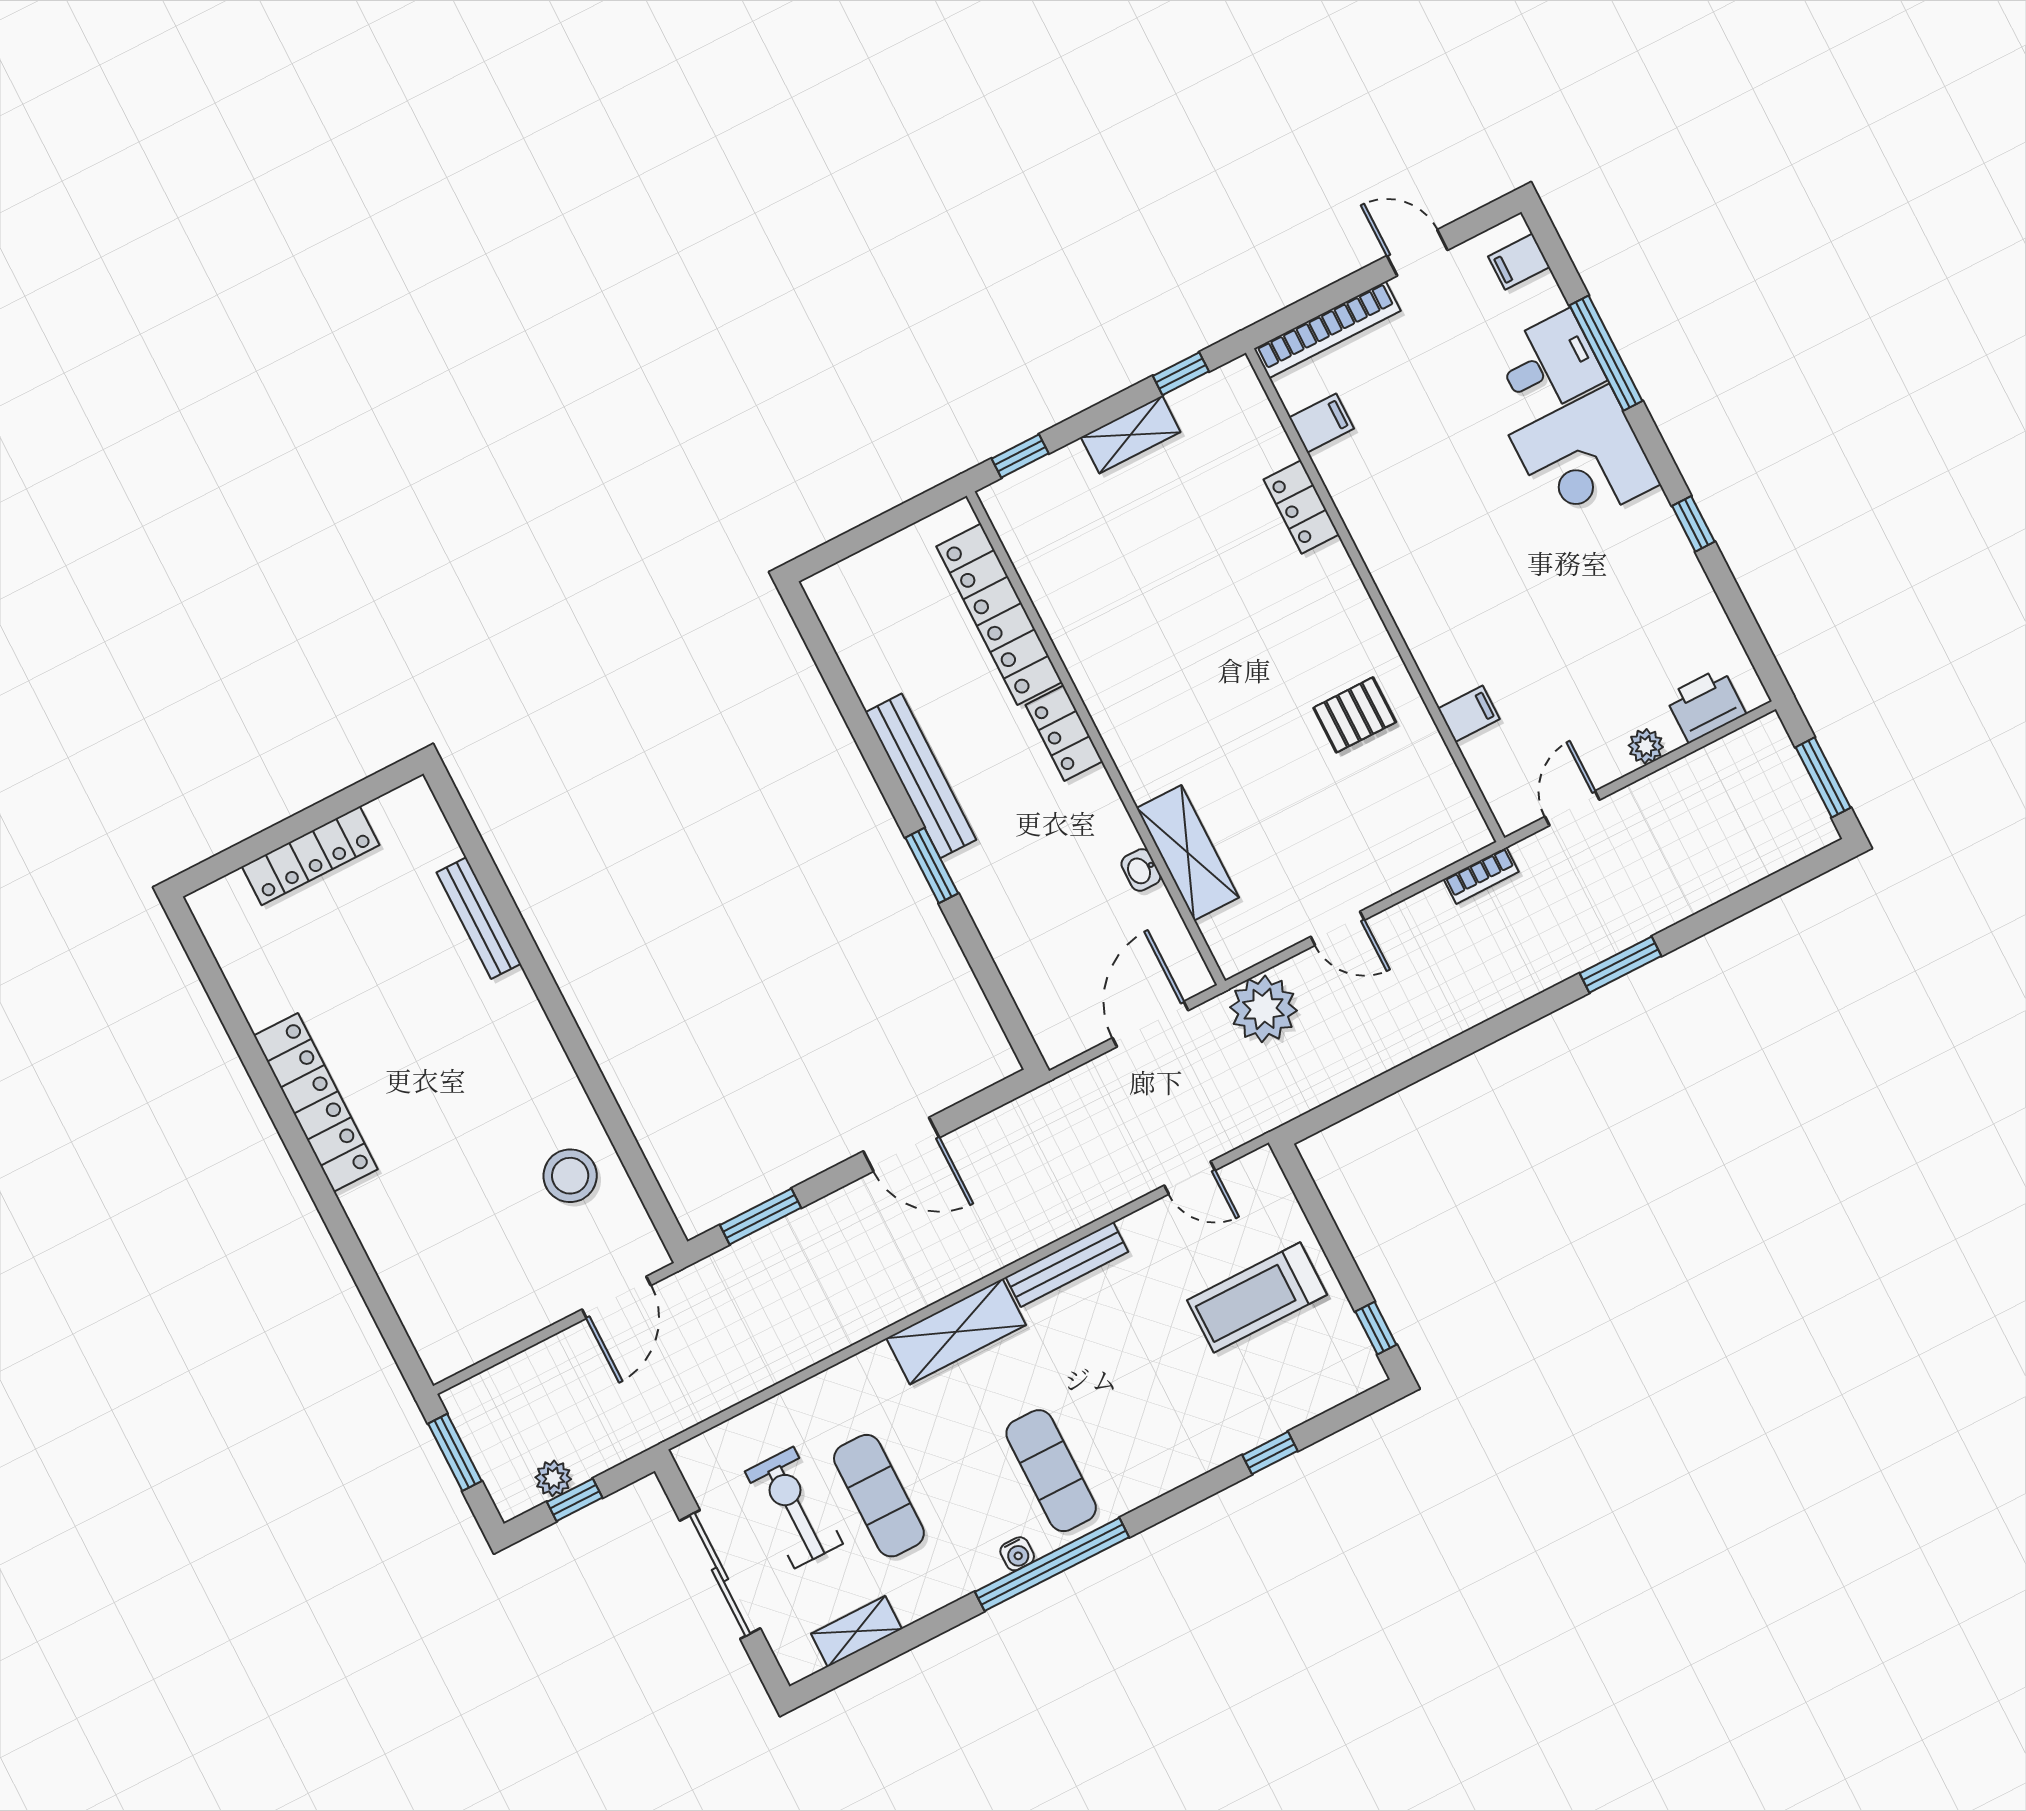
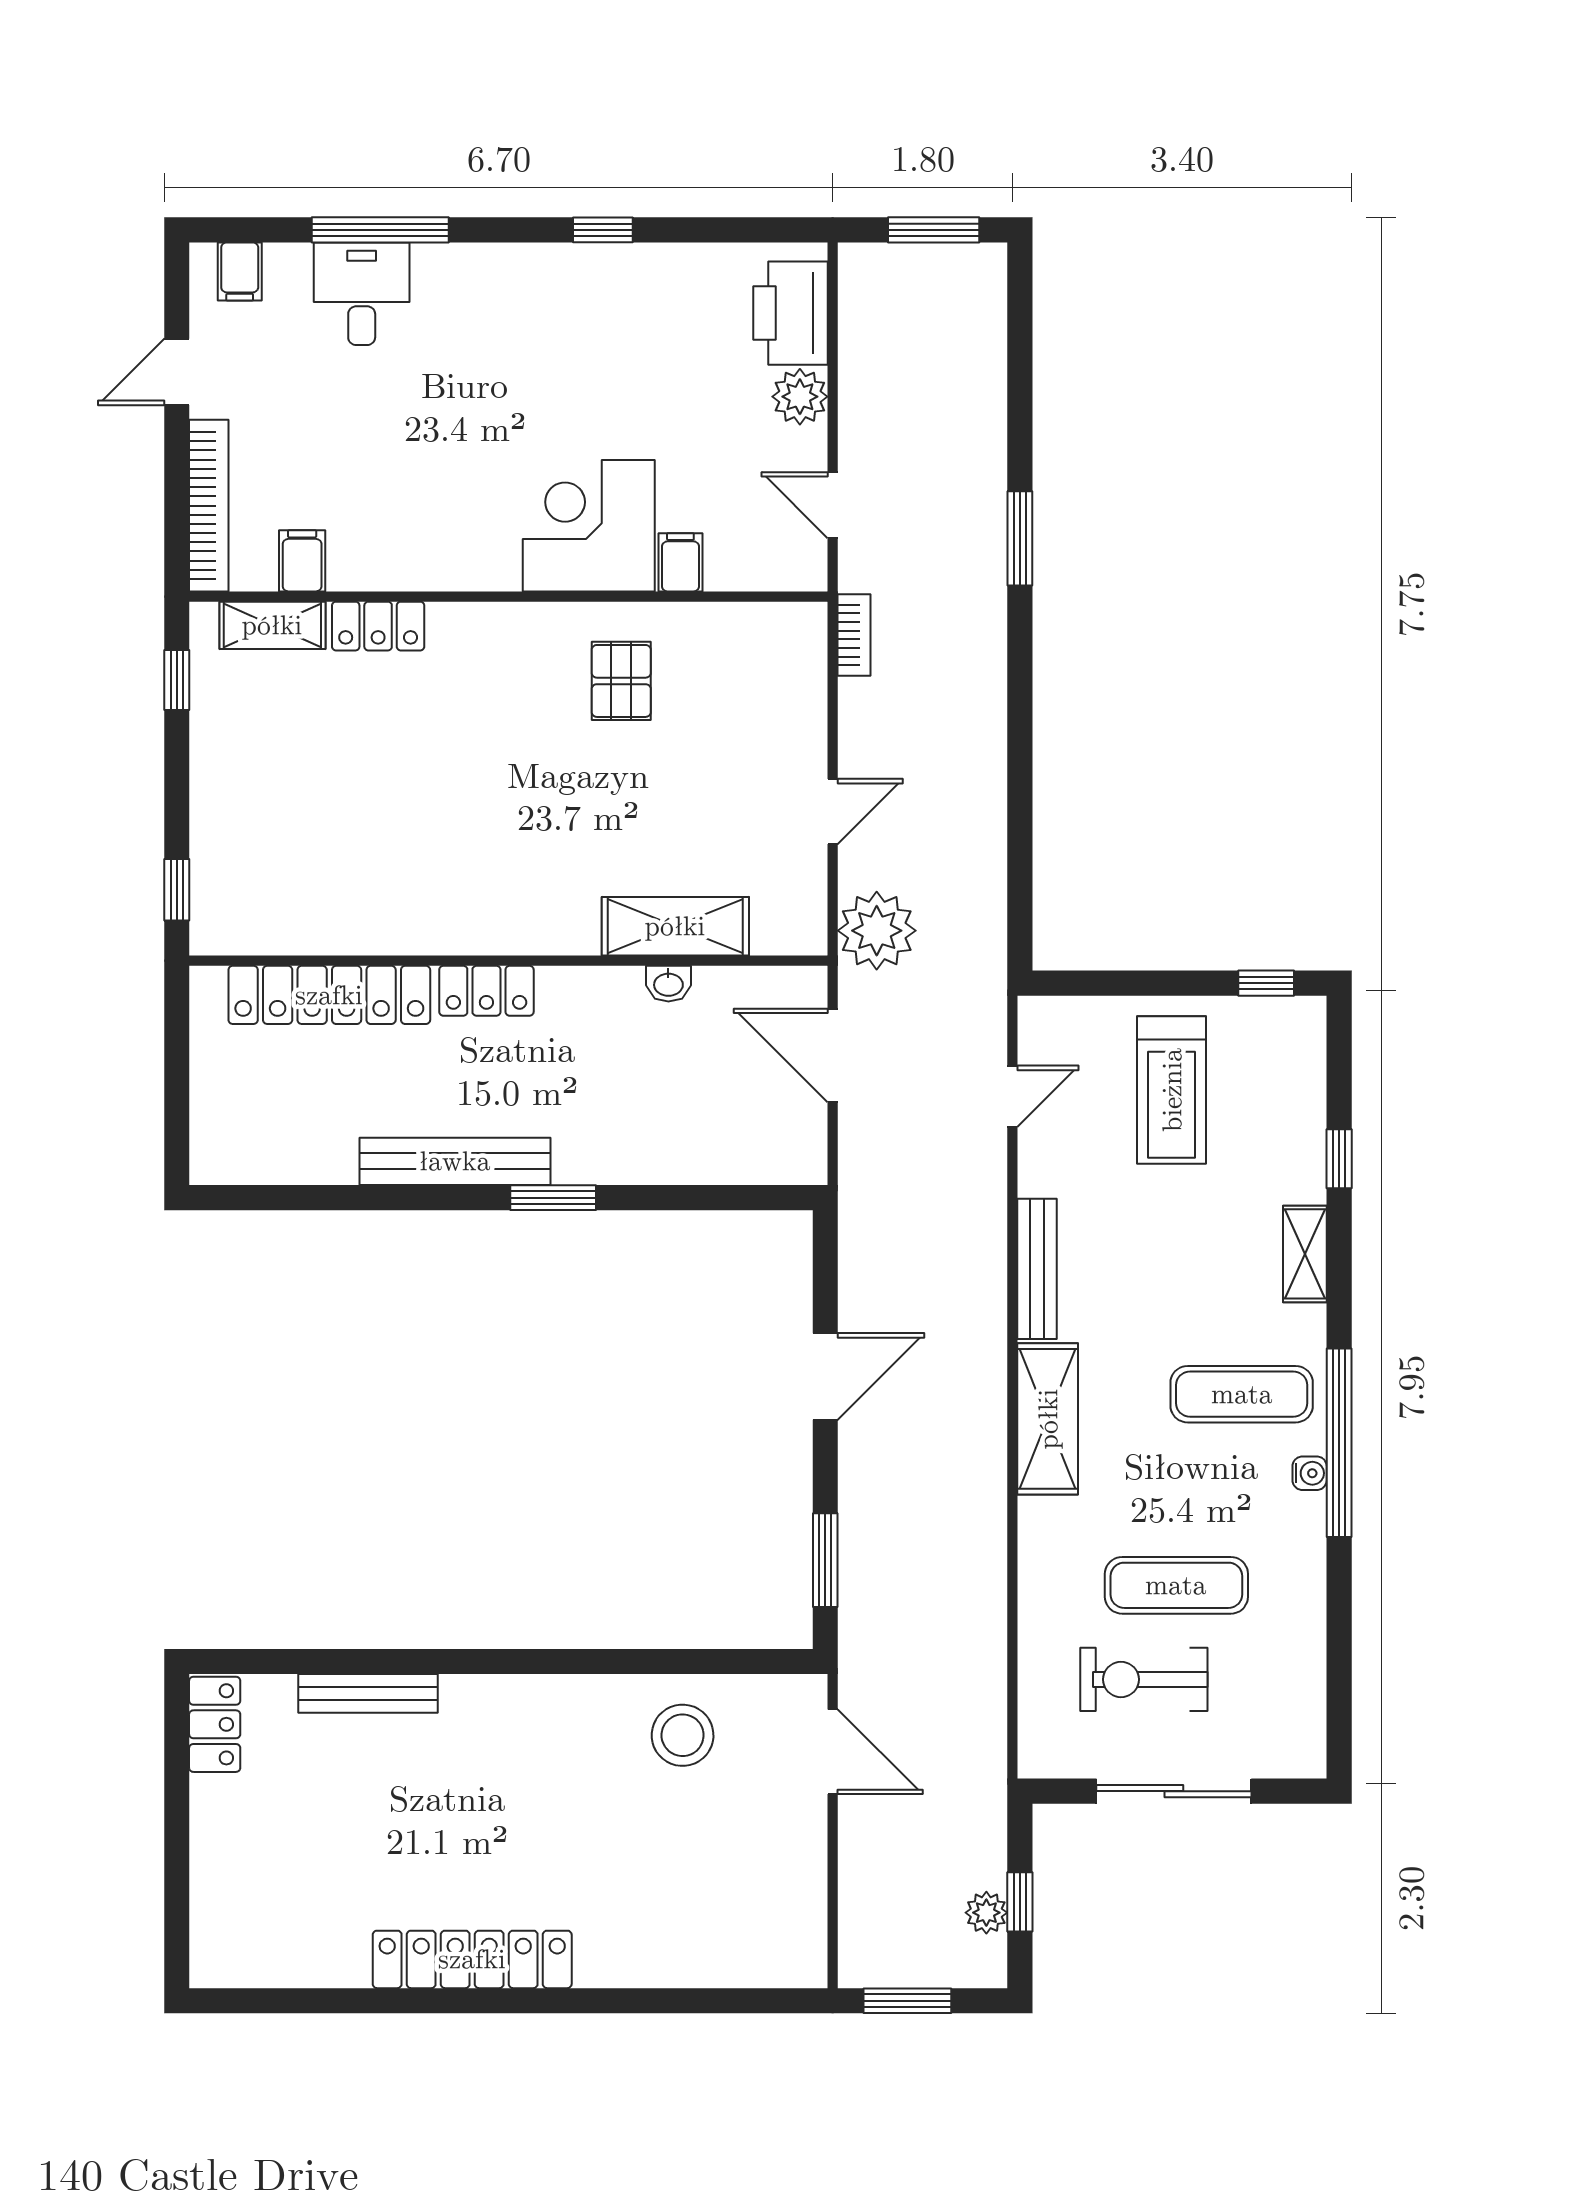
shelving: (1131, 435) -> (272, 625), moved, turned 90
corner desk: (1585, 460) -> (589, 526), moved, turned 180
printer: (1706, 705) -> (791, 313), width x1.37, depth x1.19
plant: (1646, 746) -> (800, 397), width x1.38, depth x1.38
locker: (311, 856) -> (215, 1724), moved, width x0.66
shelving: (856, 1631) -> (1305, 1254), moved

